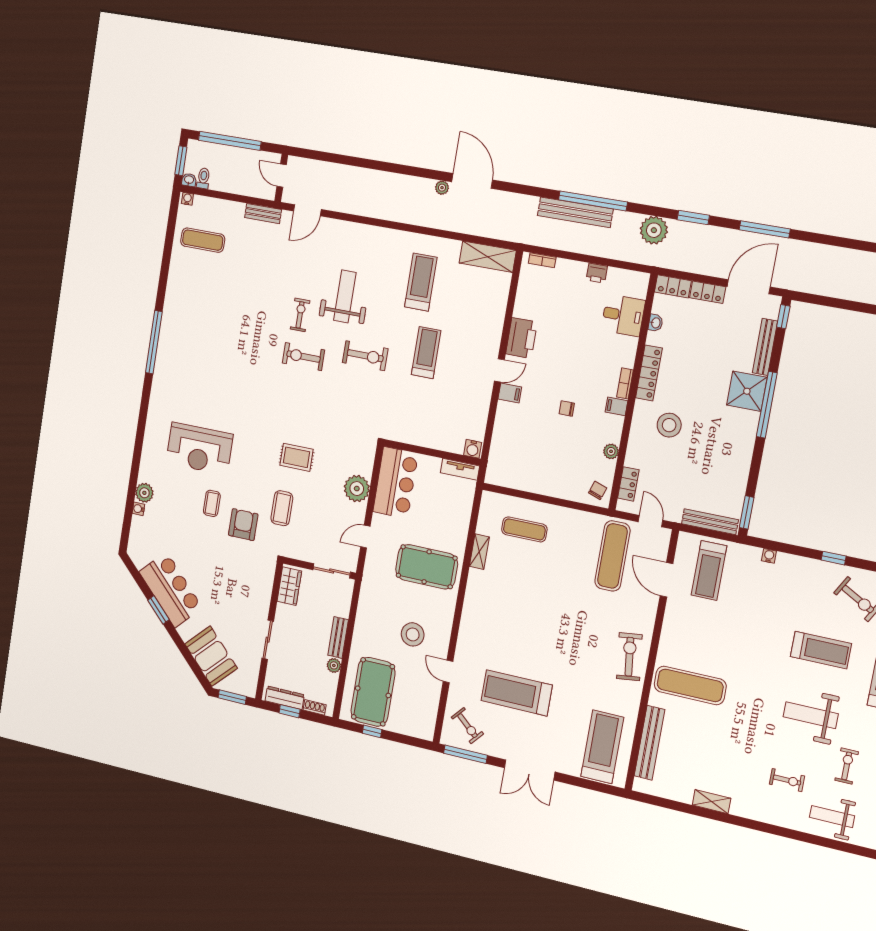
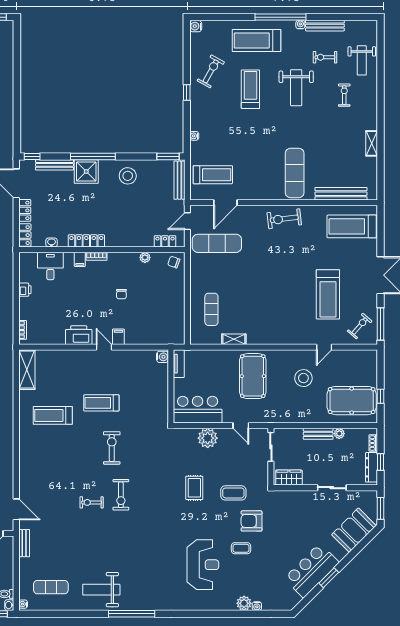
exercise mat: (203, 240) -> (51, 587), turned 90
weight bench: (345, 296) -> (101, 590), moved
filing cabinet: (616, 406) -> (80, 259), moved
stool: (669, 425) -> (128, 176), moved

